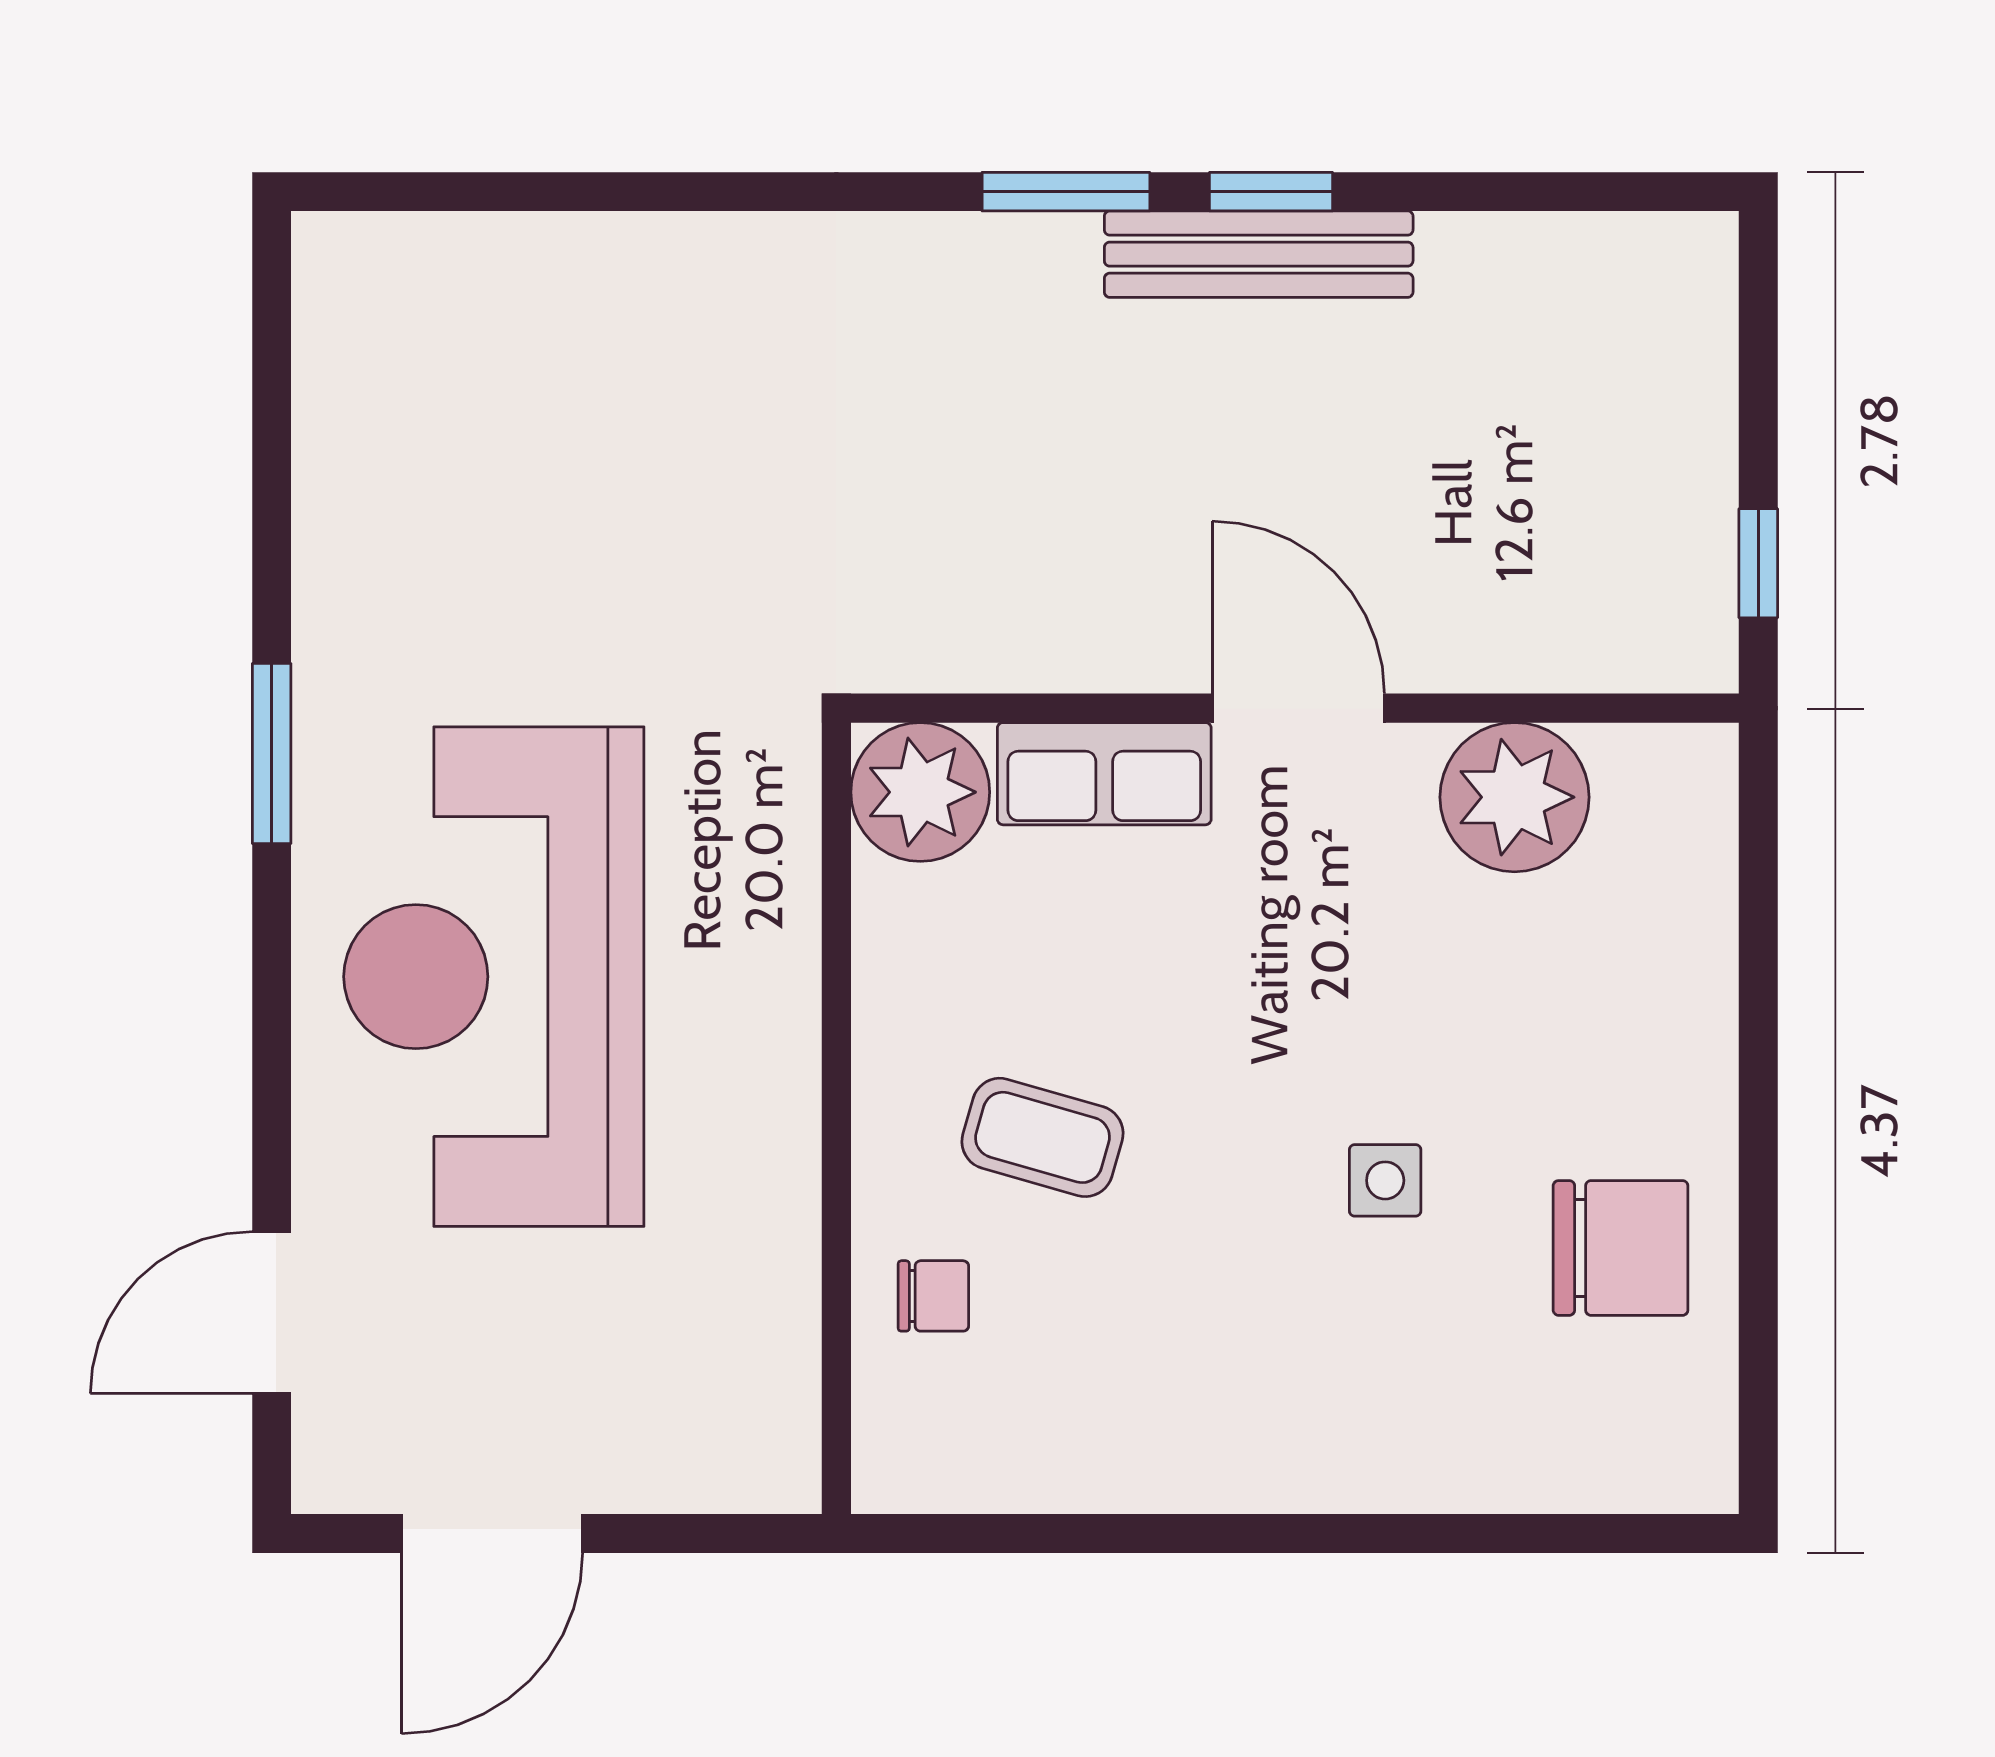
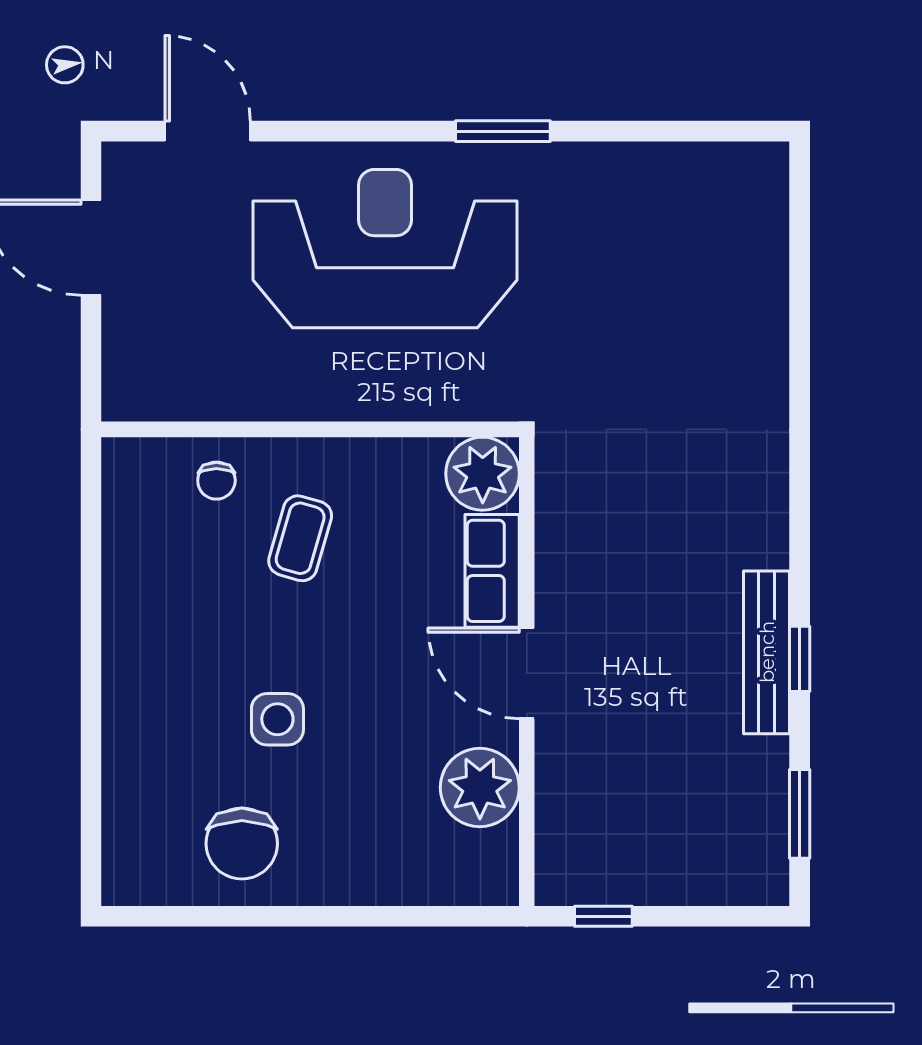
window: (1066, 192) -> (800, 814), moved
door: (1298, 708) -> (527, 673), swing flipped
side table: (1385, 1180) -> (277, 719), width x1.37, depth x1.37

